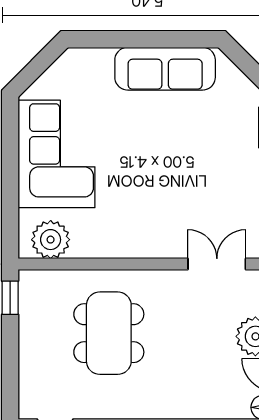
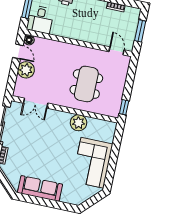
plant: (51, 240) -> (78, 123), moved

